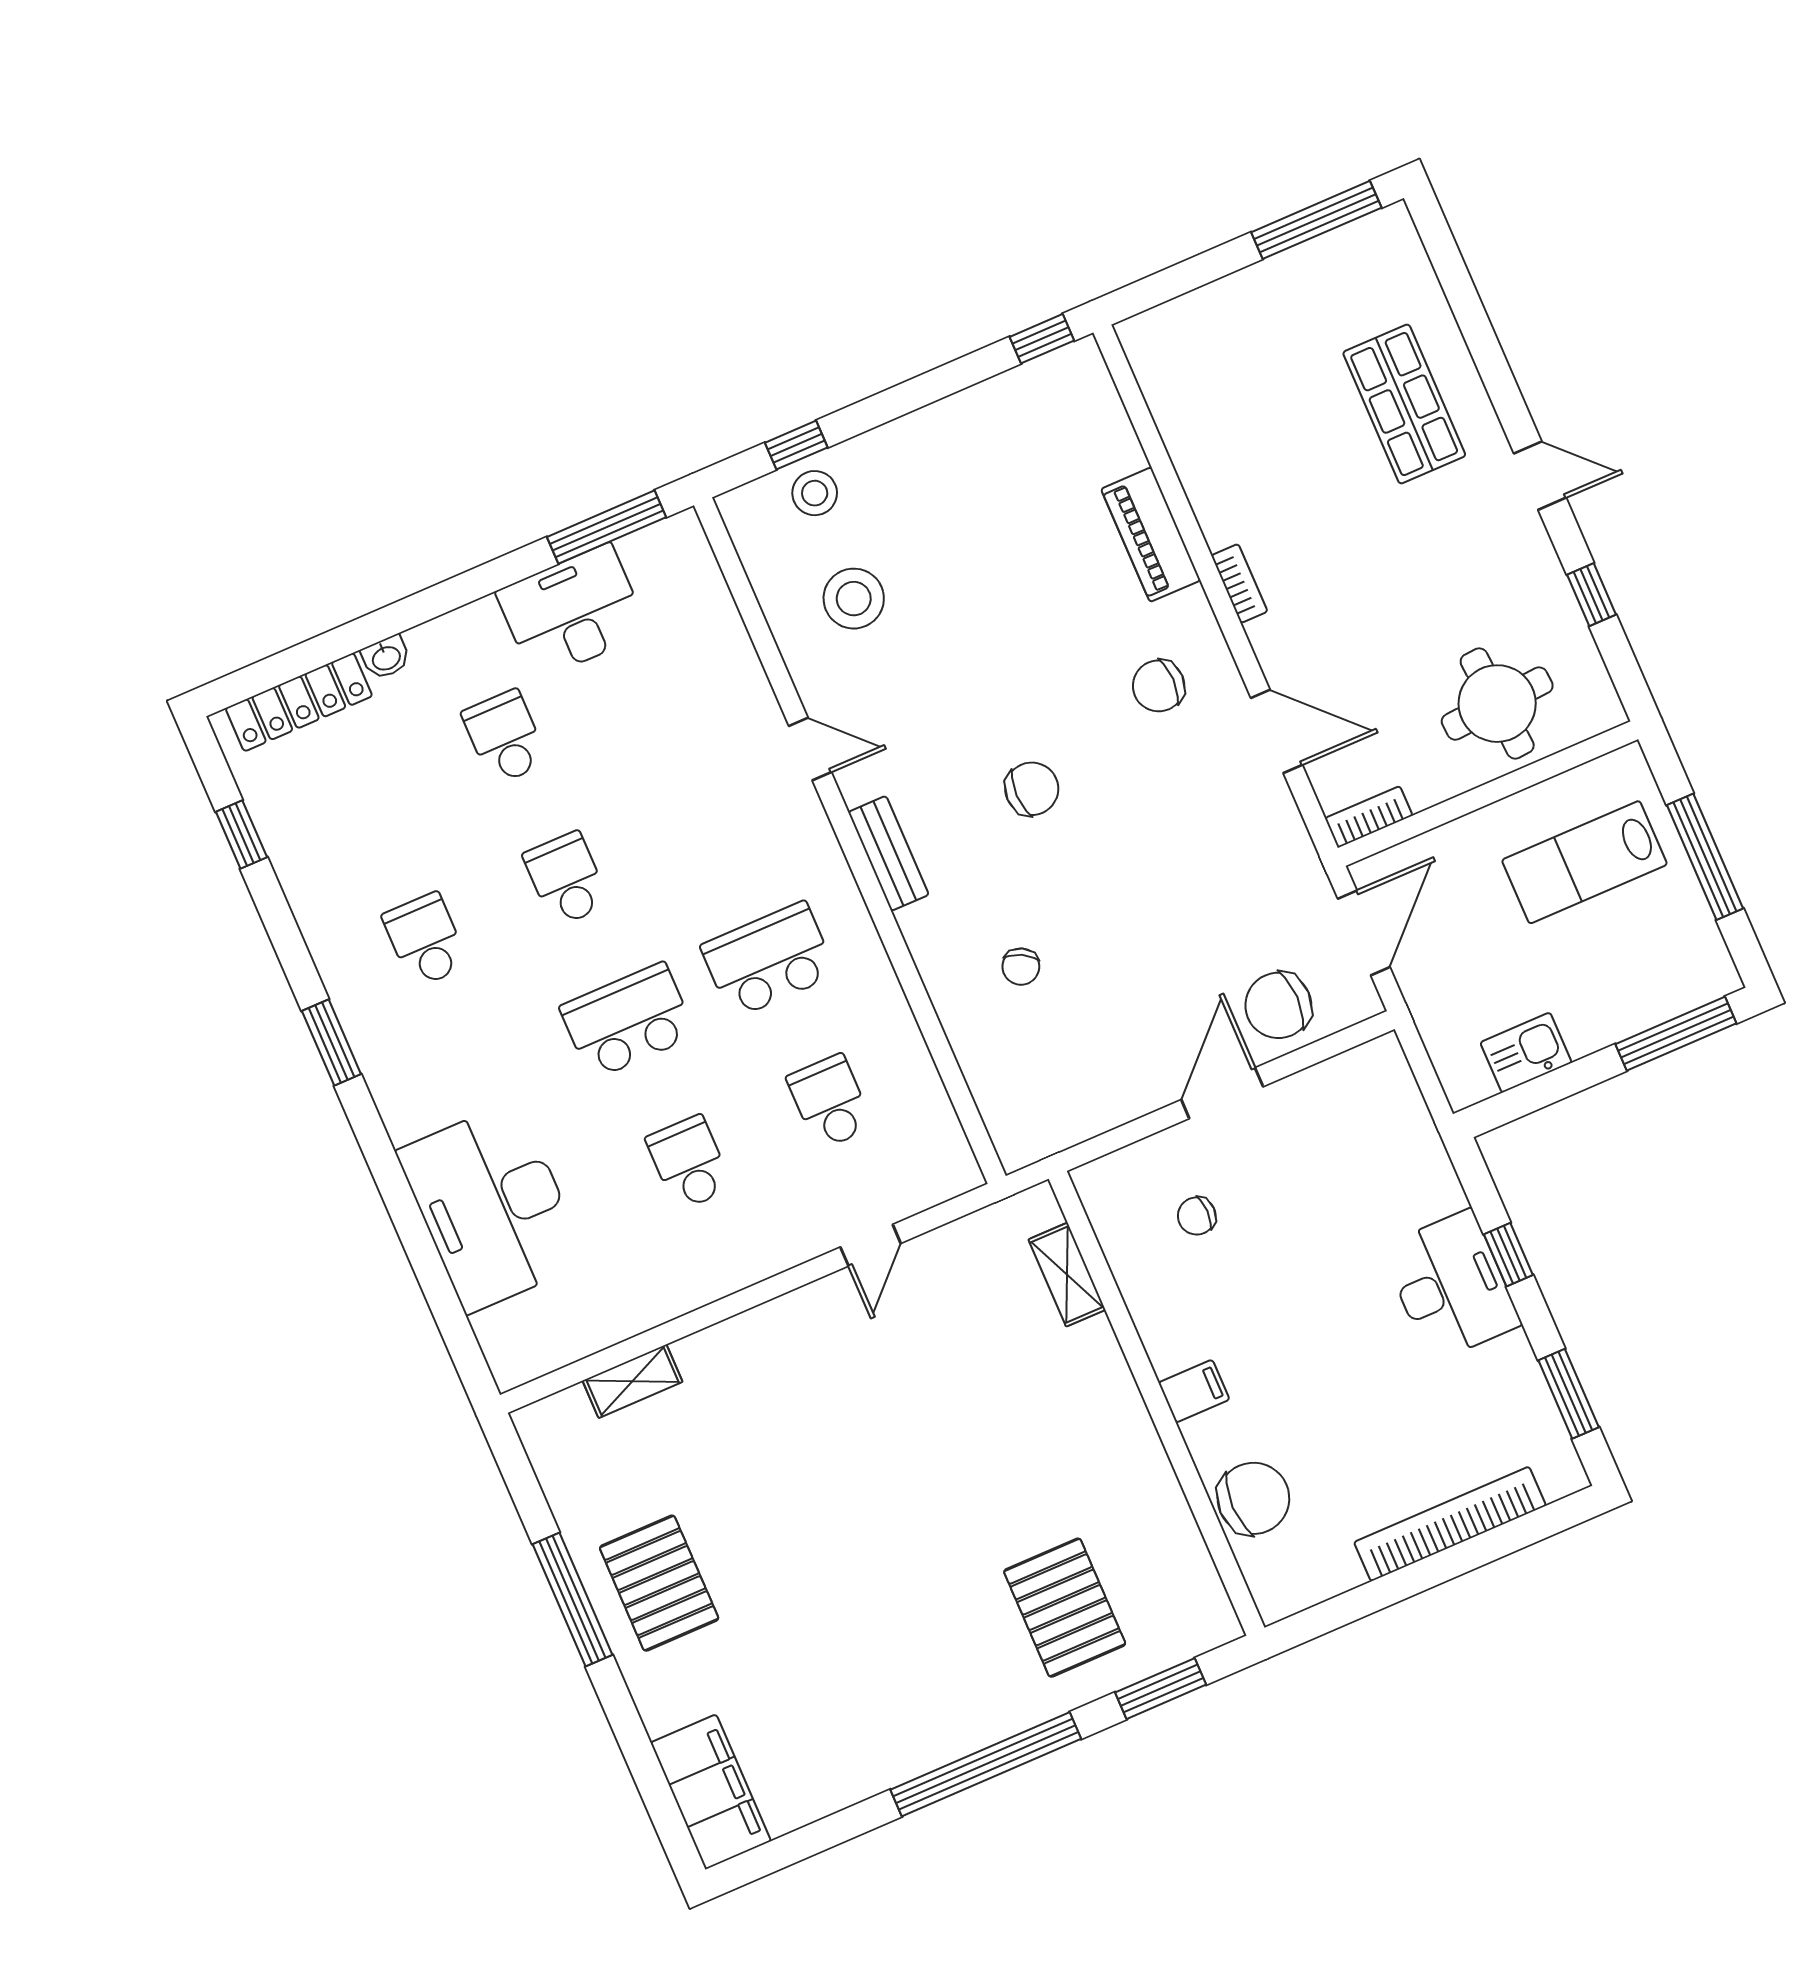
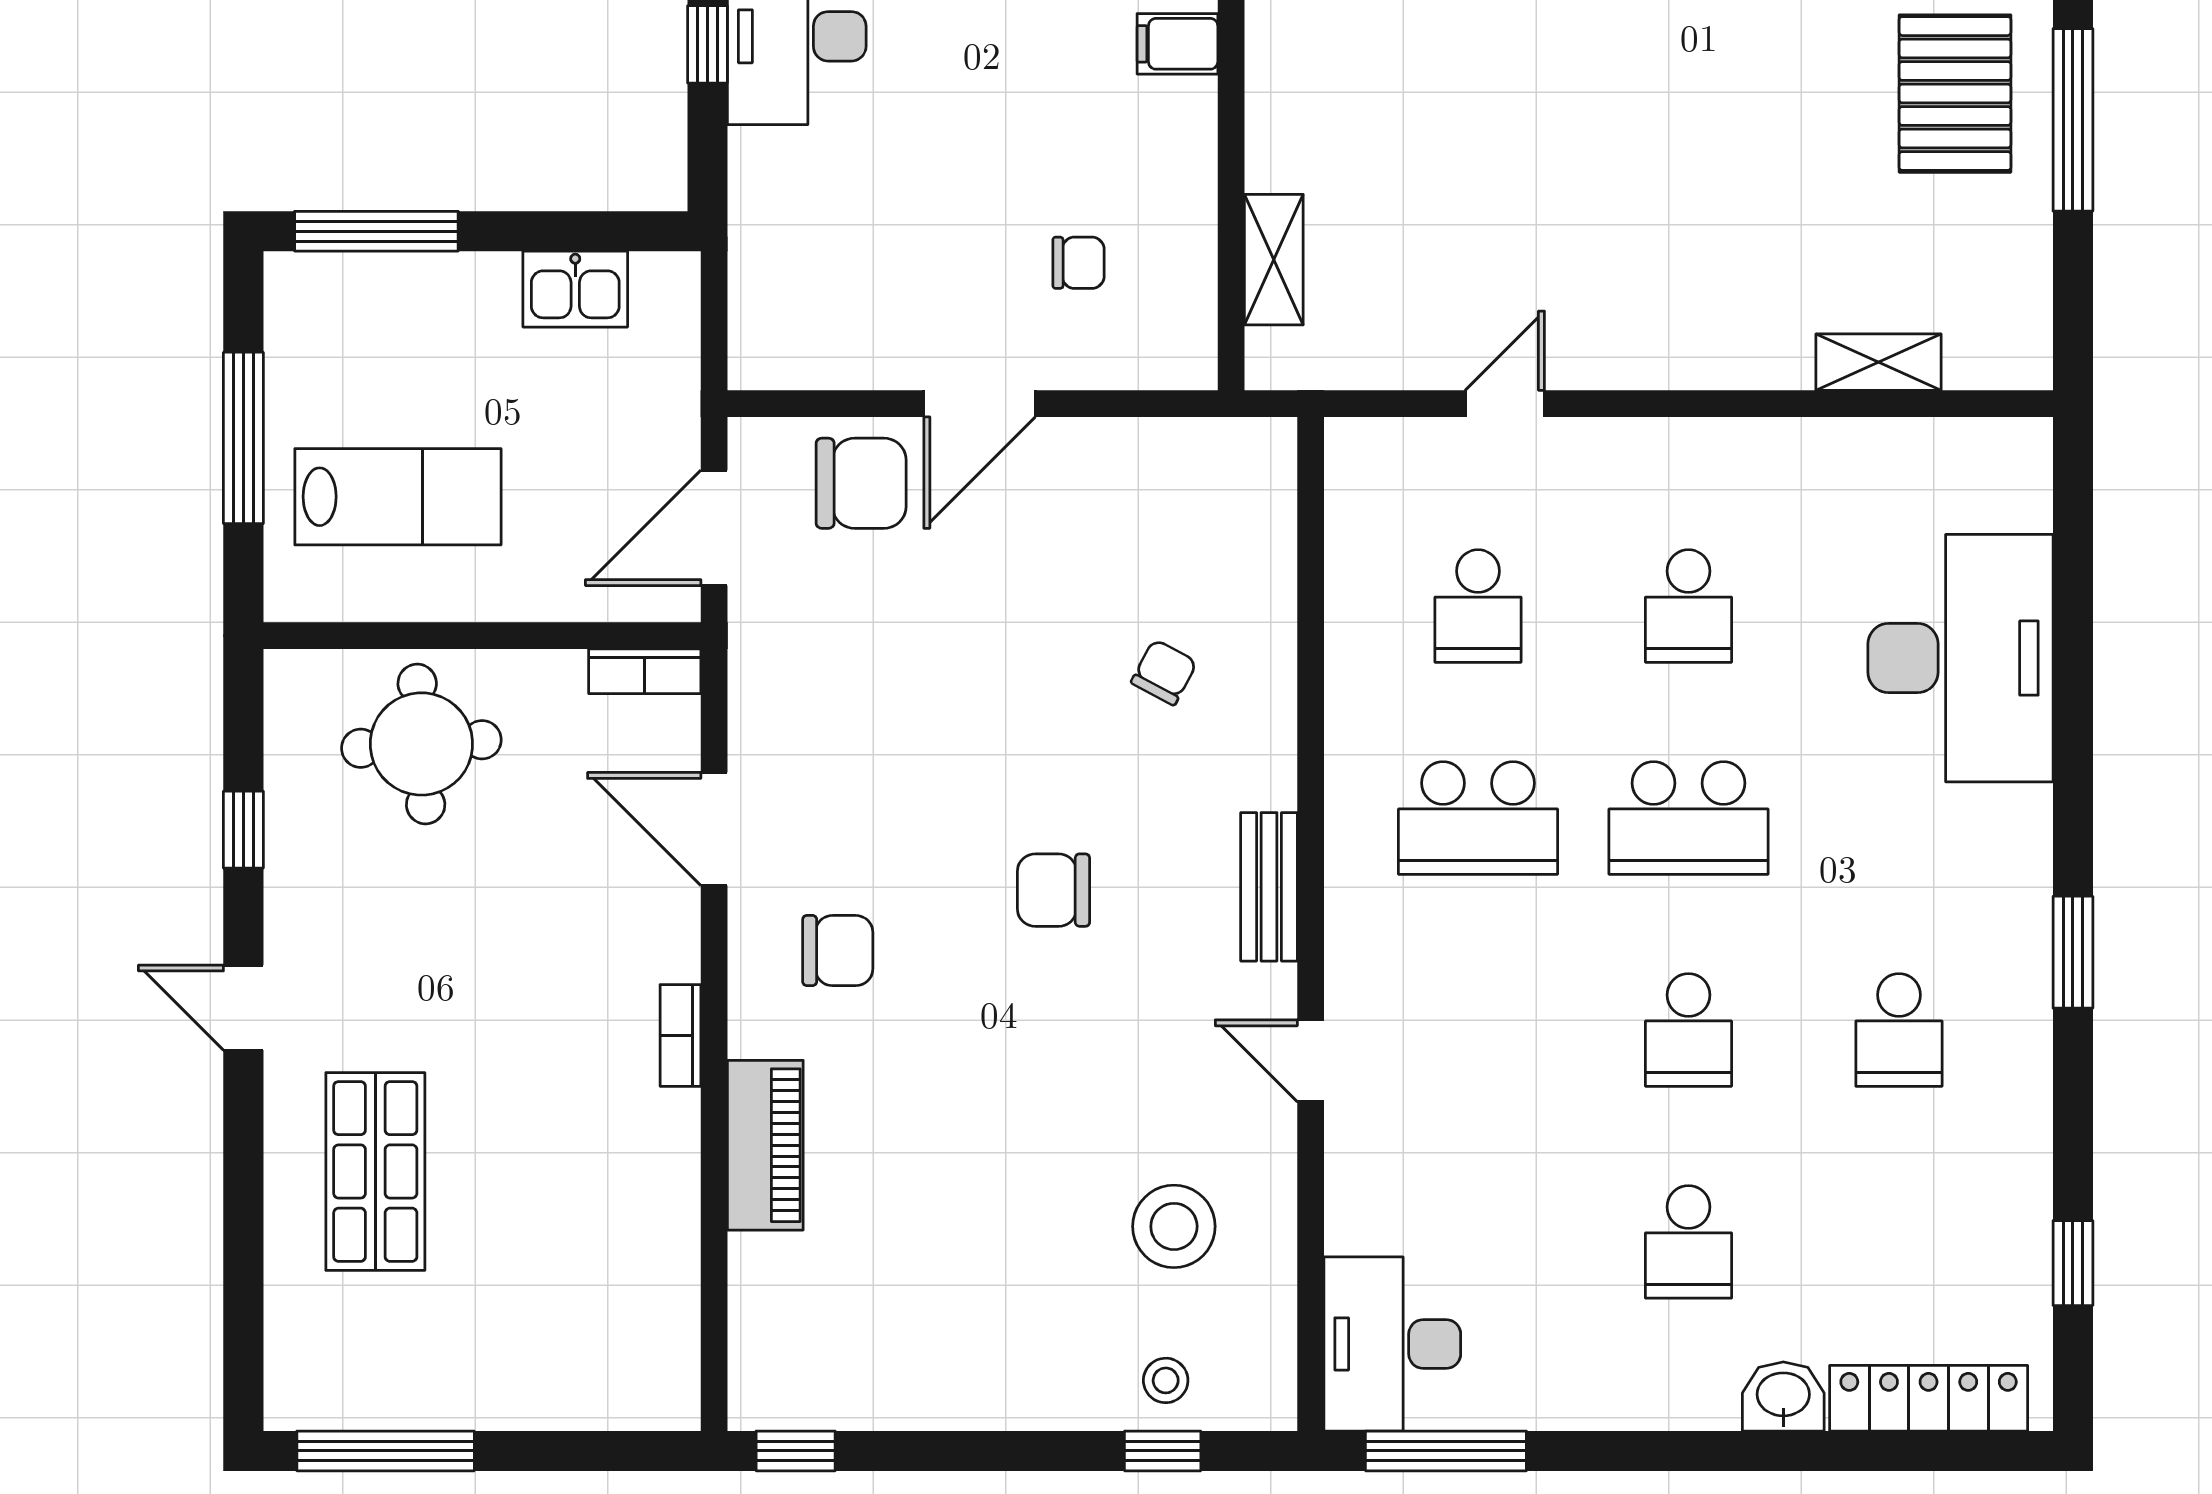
stool: (815, 493) -> (1166, 1380), width x0.73, depth x0.73
desk: (572, 612) -> (1392, 1344), moved, turned 90
washbasin: (386, 657) -> (1783, 1396), width x1.38, depth x1.45

